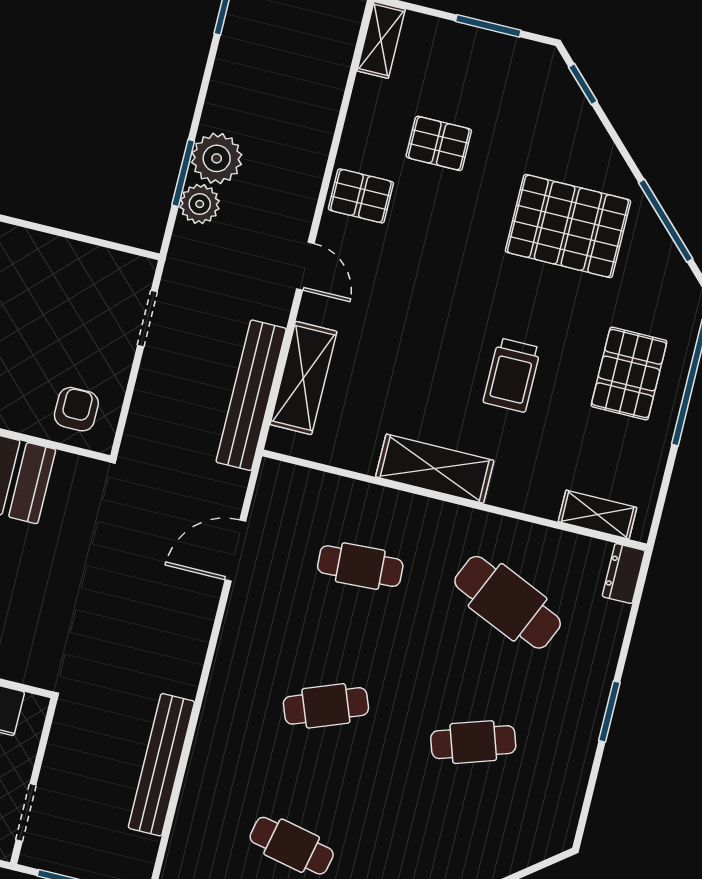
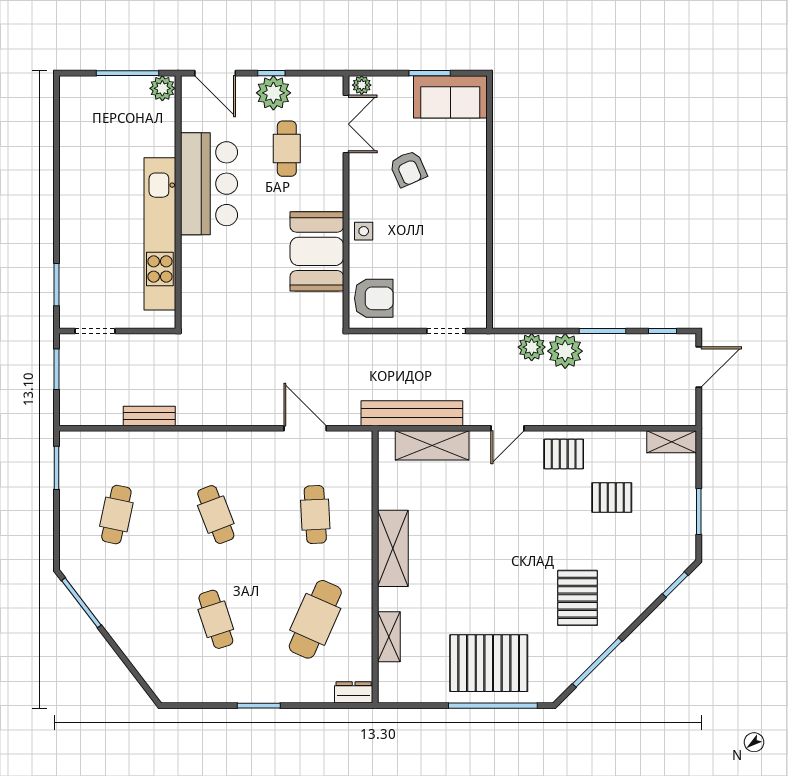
pallet: (439, 143) -> (612, 498), turned 90
window: (183, 173) -> (603, 331), moved
pallet: (361, 196) -> (564, 454), turned 90
pallet: (568, 226) -> (578, 598), width x0.73, depth x0.71
pallet: (629, 374) -> (489, 663), width x1.37, depth x1.41
trolley: (512, 375) -> (468, 585), removed
armchair: (76, 409) -> (374, 298), width x1.38, depth x1.38
shelving: (598, 515) -> (389, 637), moved
bench: (161, 765) -> (149, 416), width x0.54, depth x0.82

